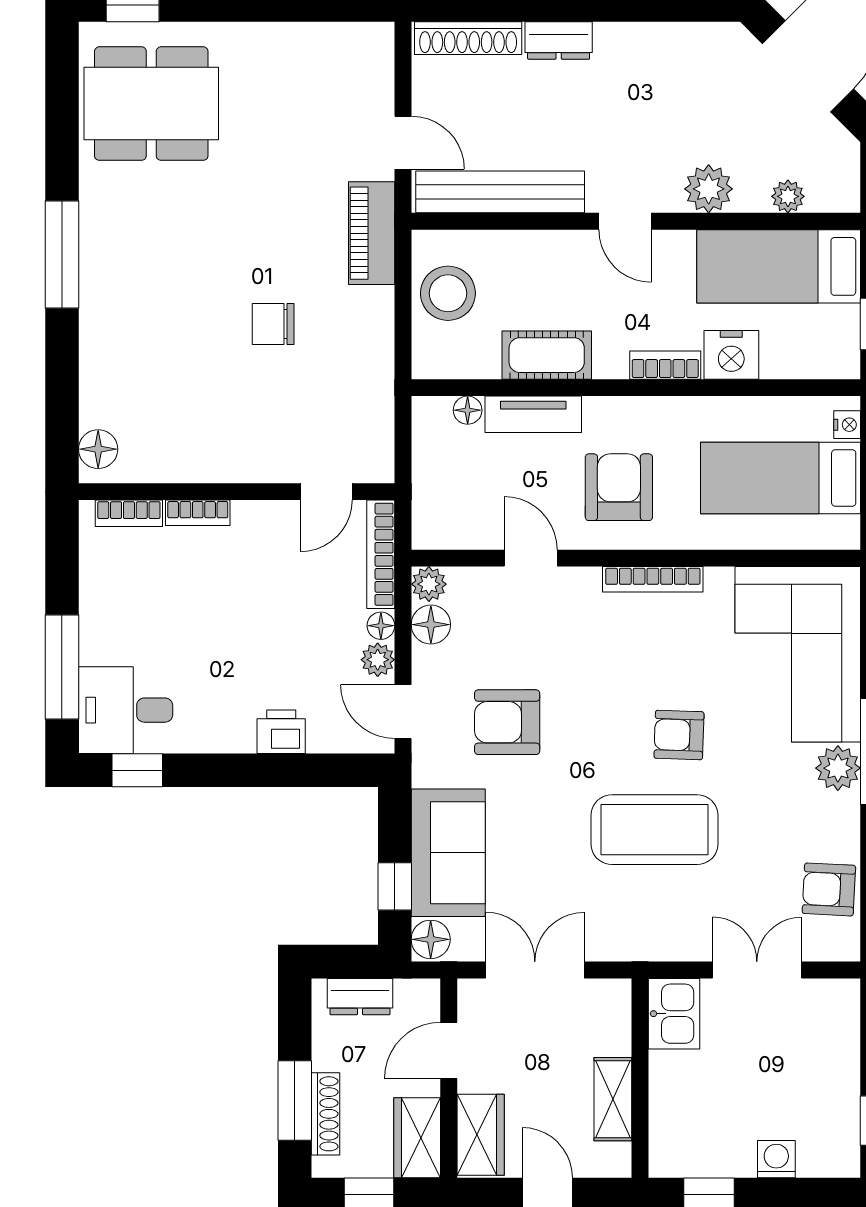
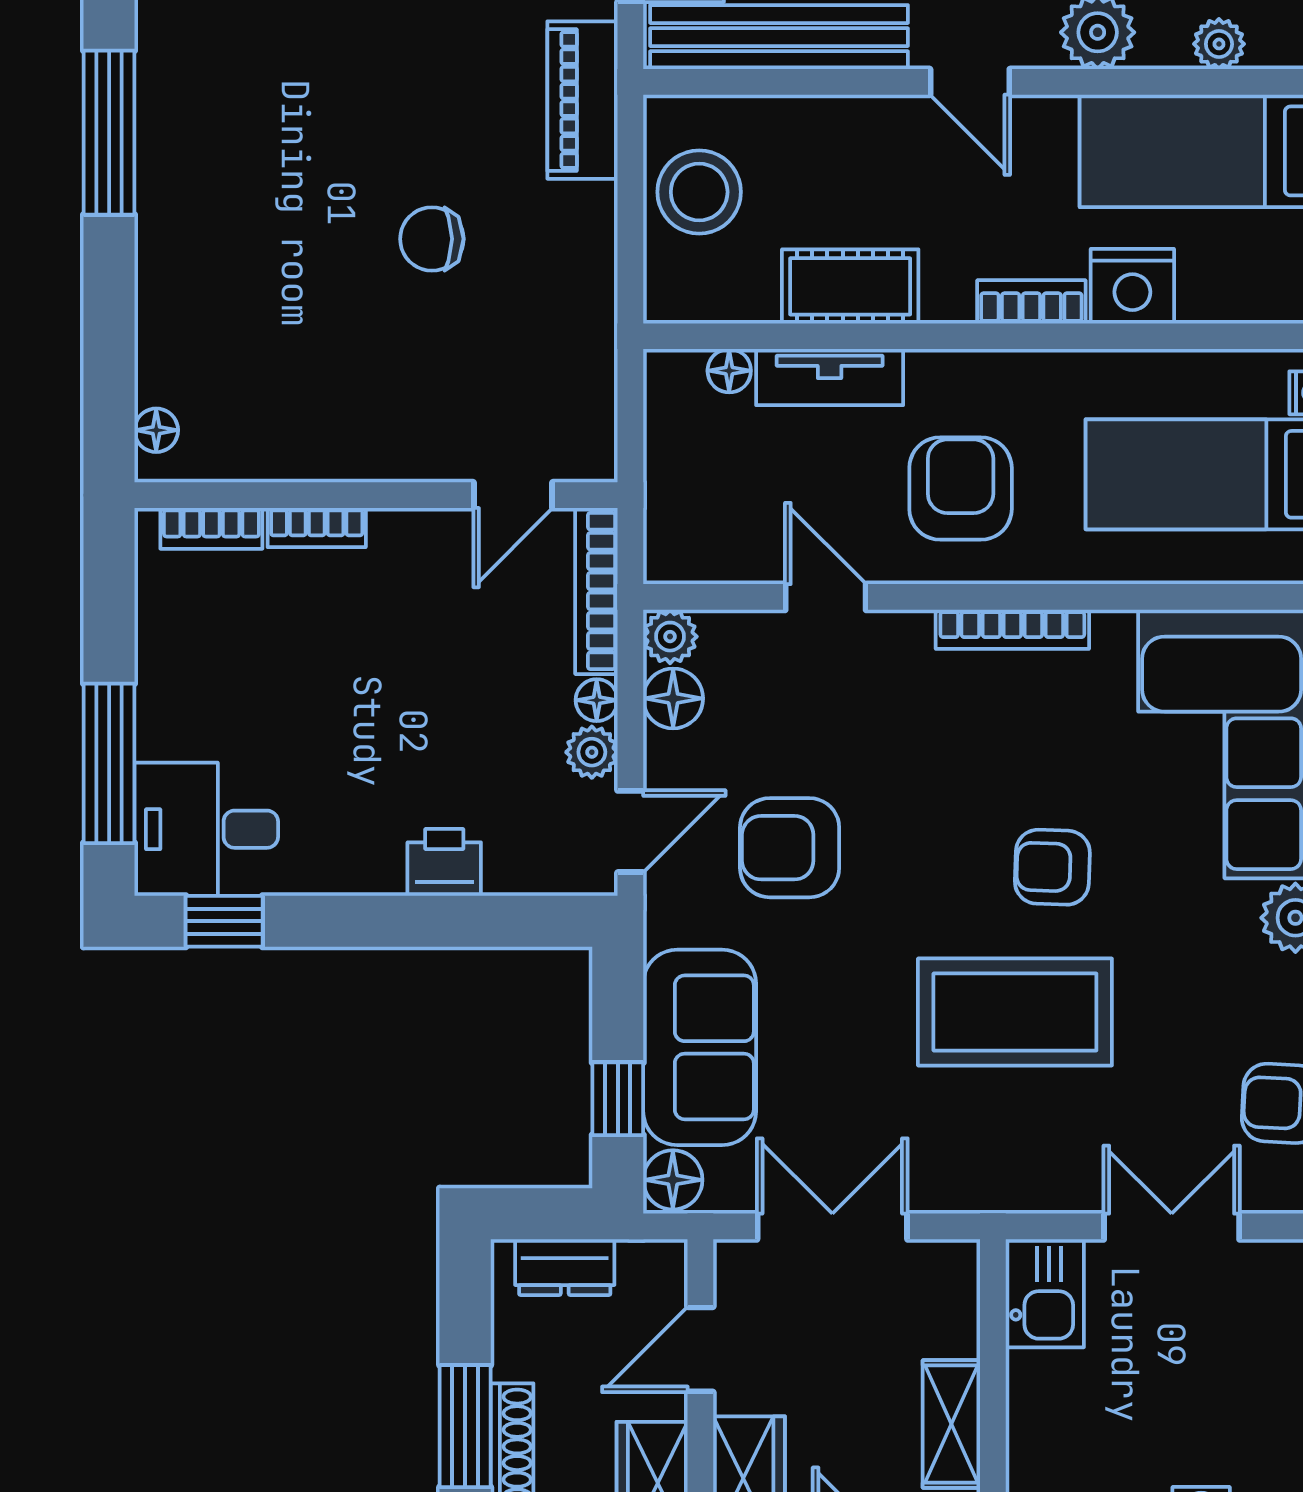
floor lamp: (98, 449) -> (156, 430), width x0.73, depth x0.73
door: (403, 712) -> (630, 831), swing flipped

